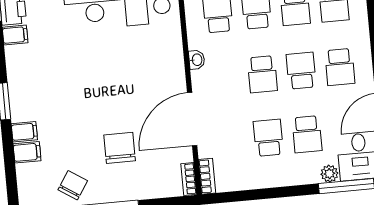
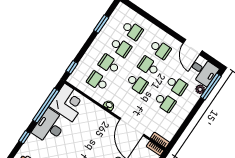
school desk: (268, 138) -> (165, 102), turned 180

